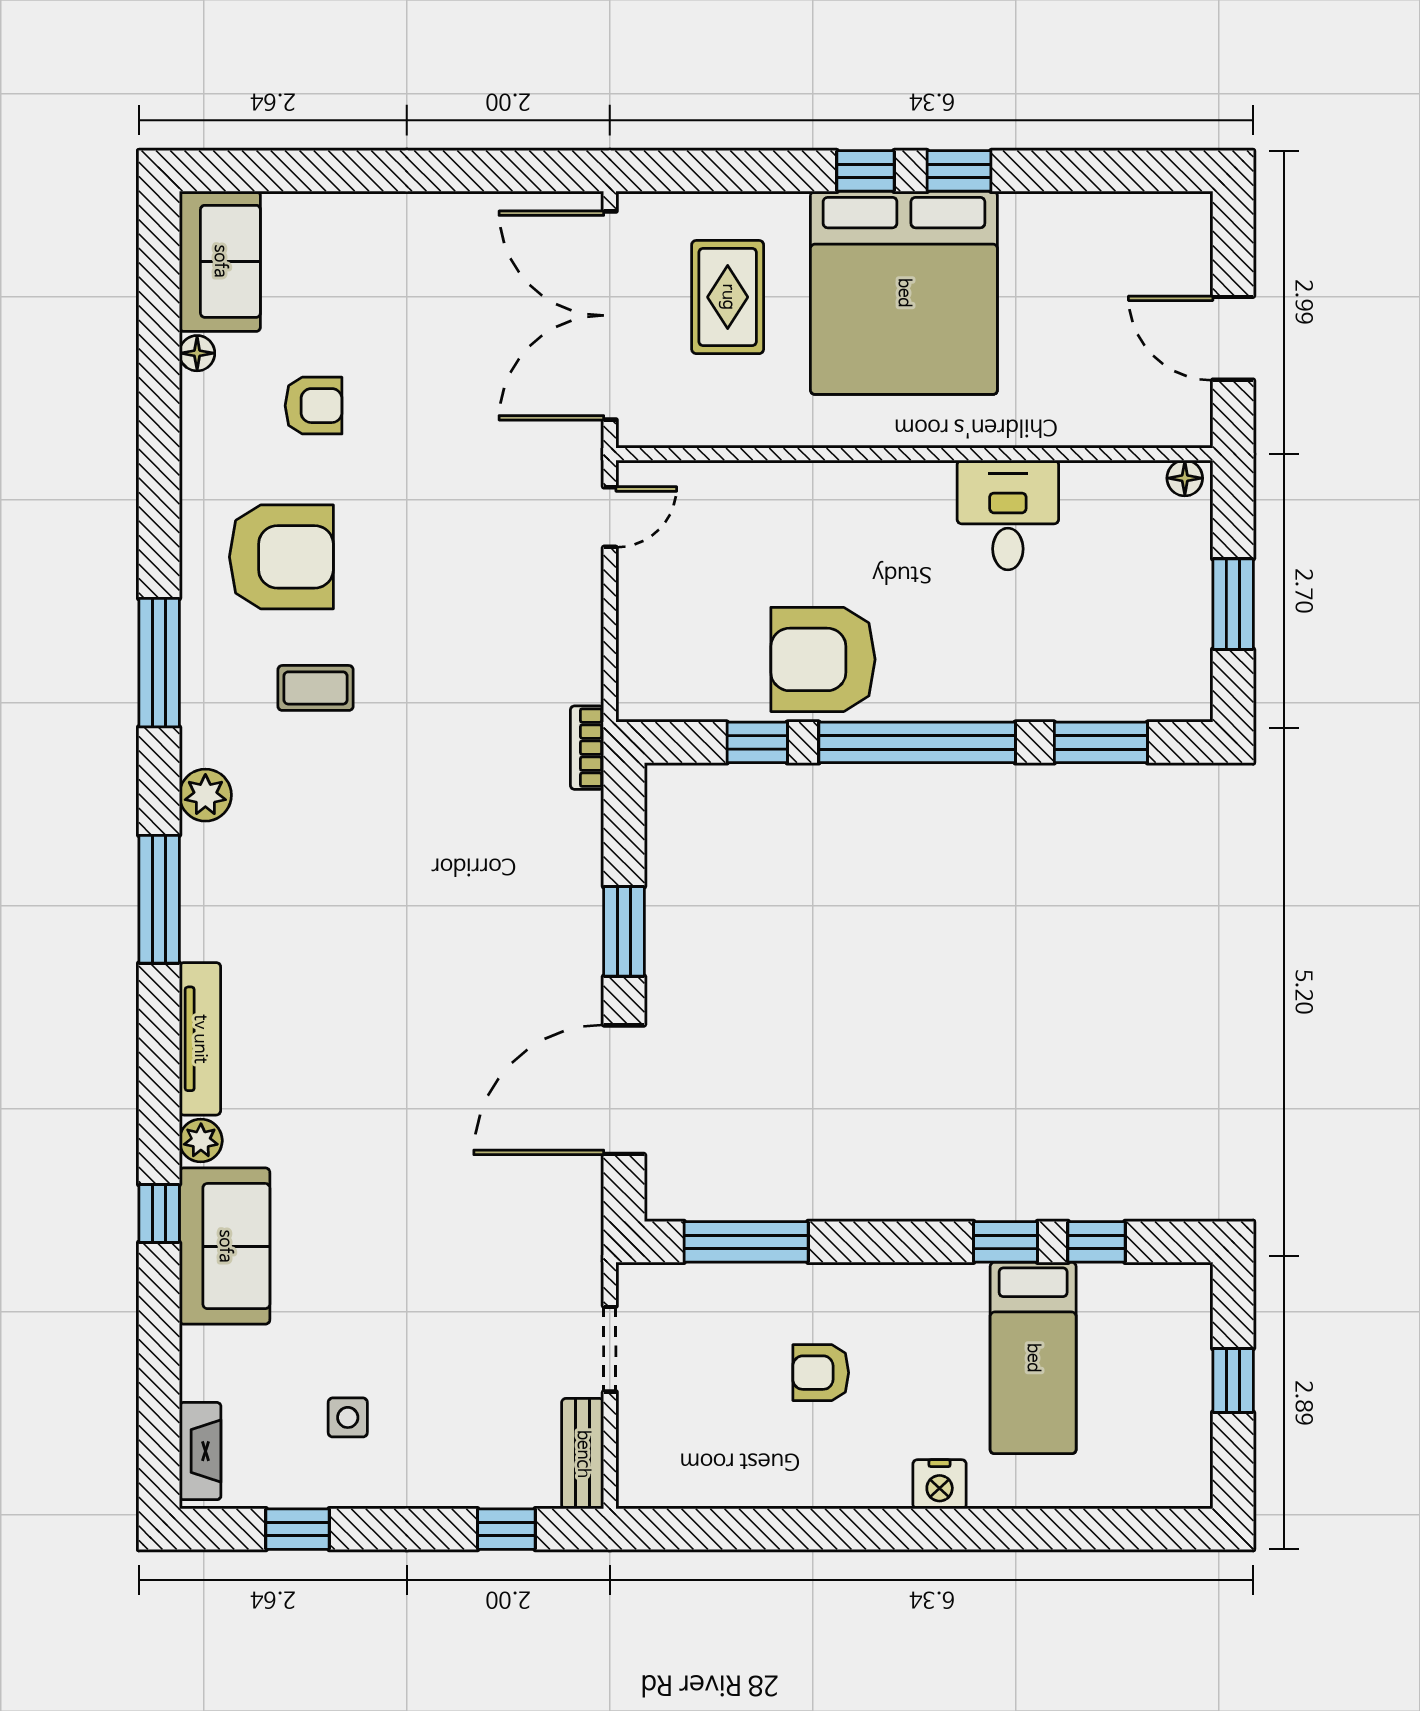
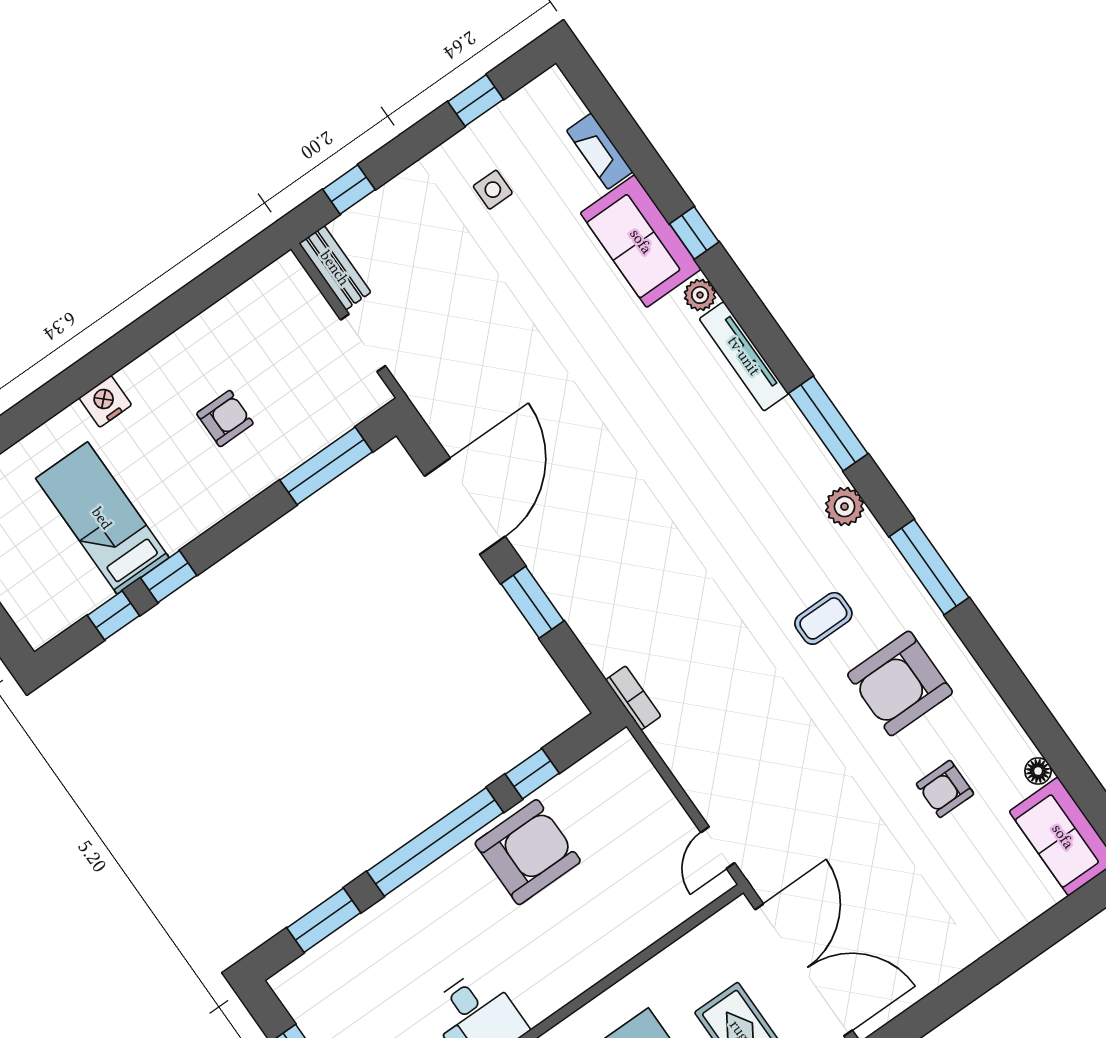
fireplace: (200, 1451) -> (600, 151), moved

